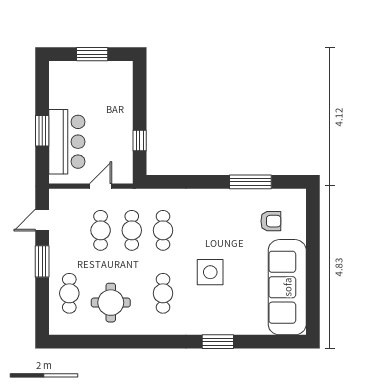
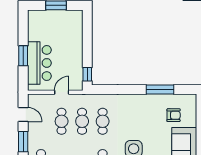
window: (140, 141) -> (87, 74), moved
door: (42, 220) -> (23, 114), swing flipped

